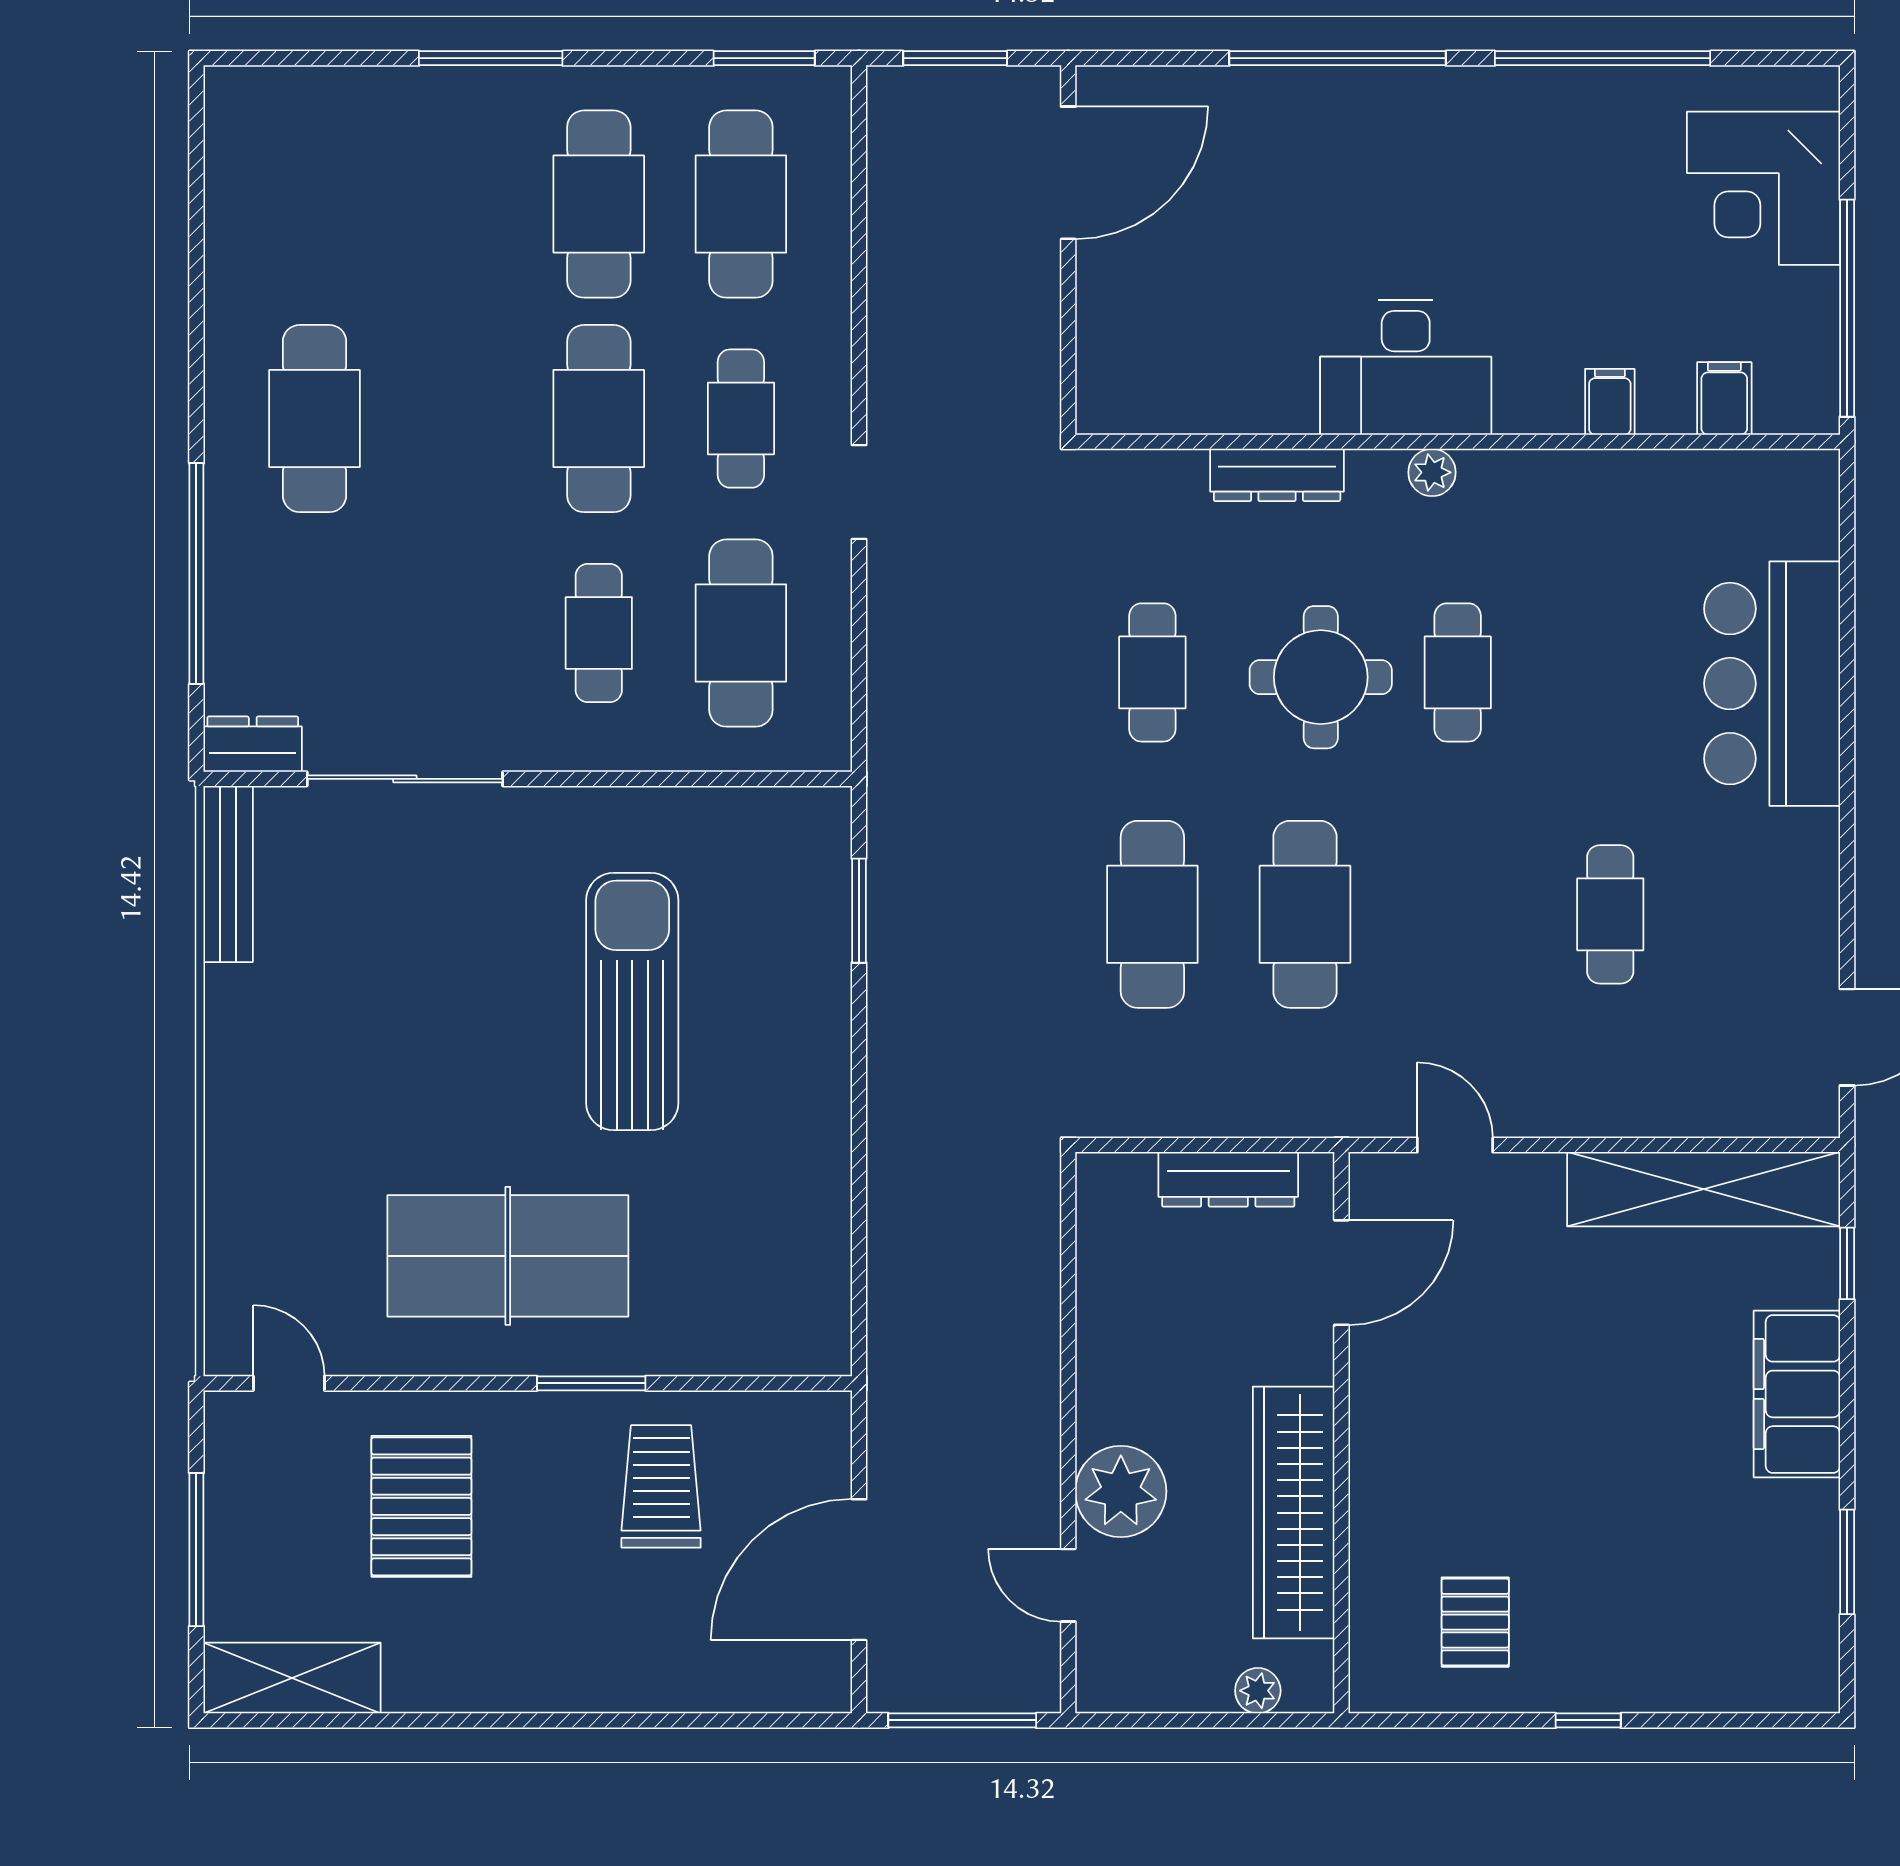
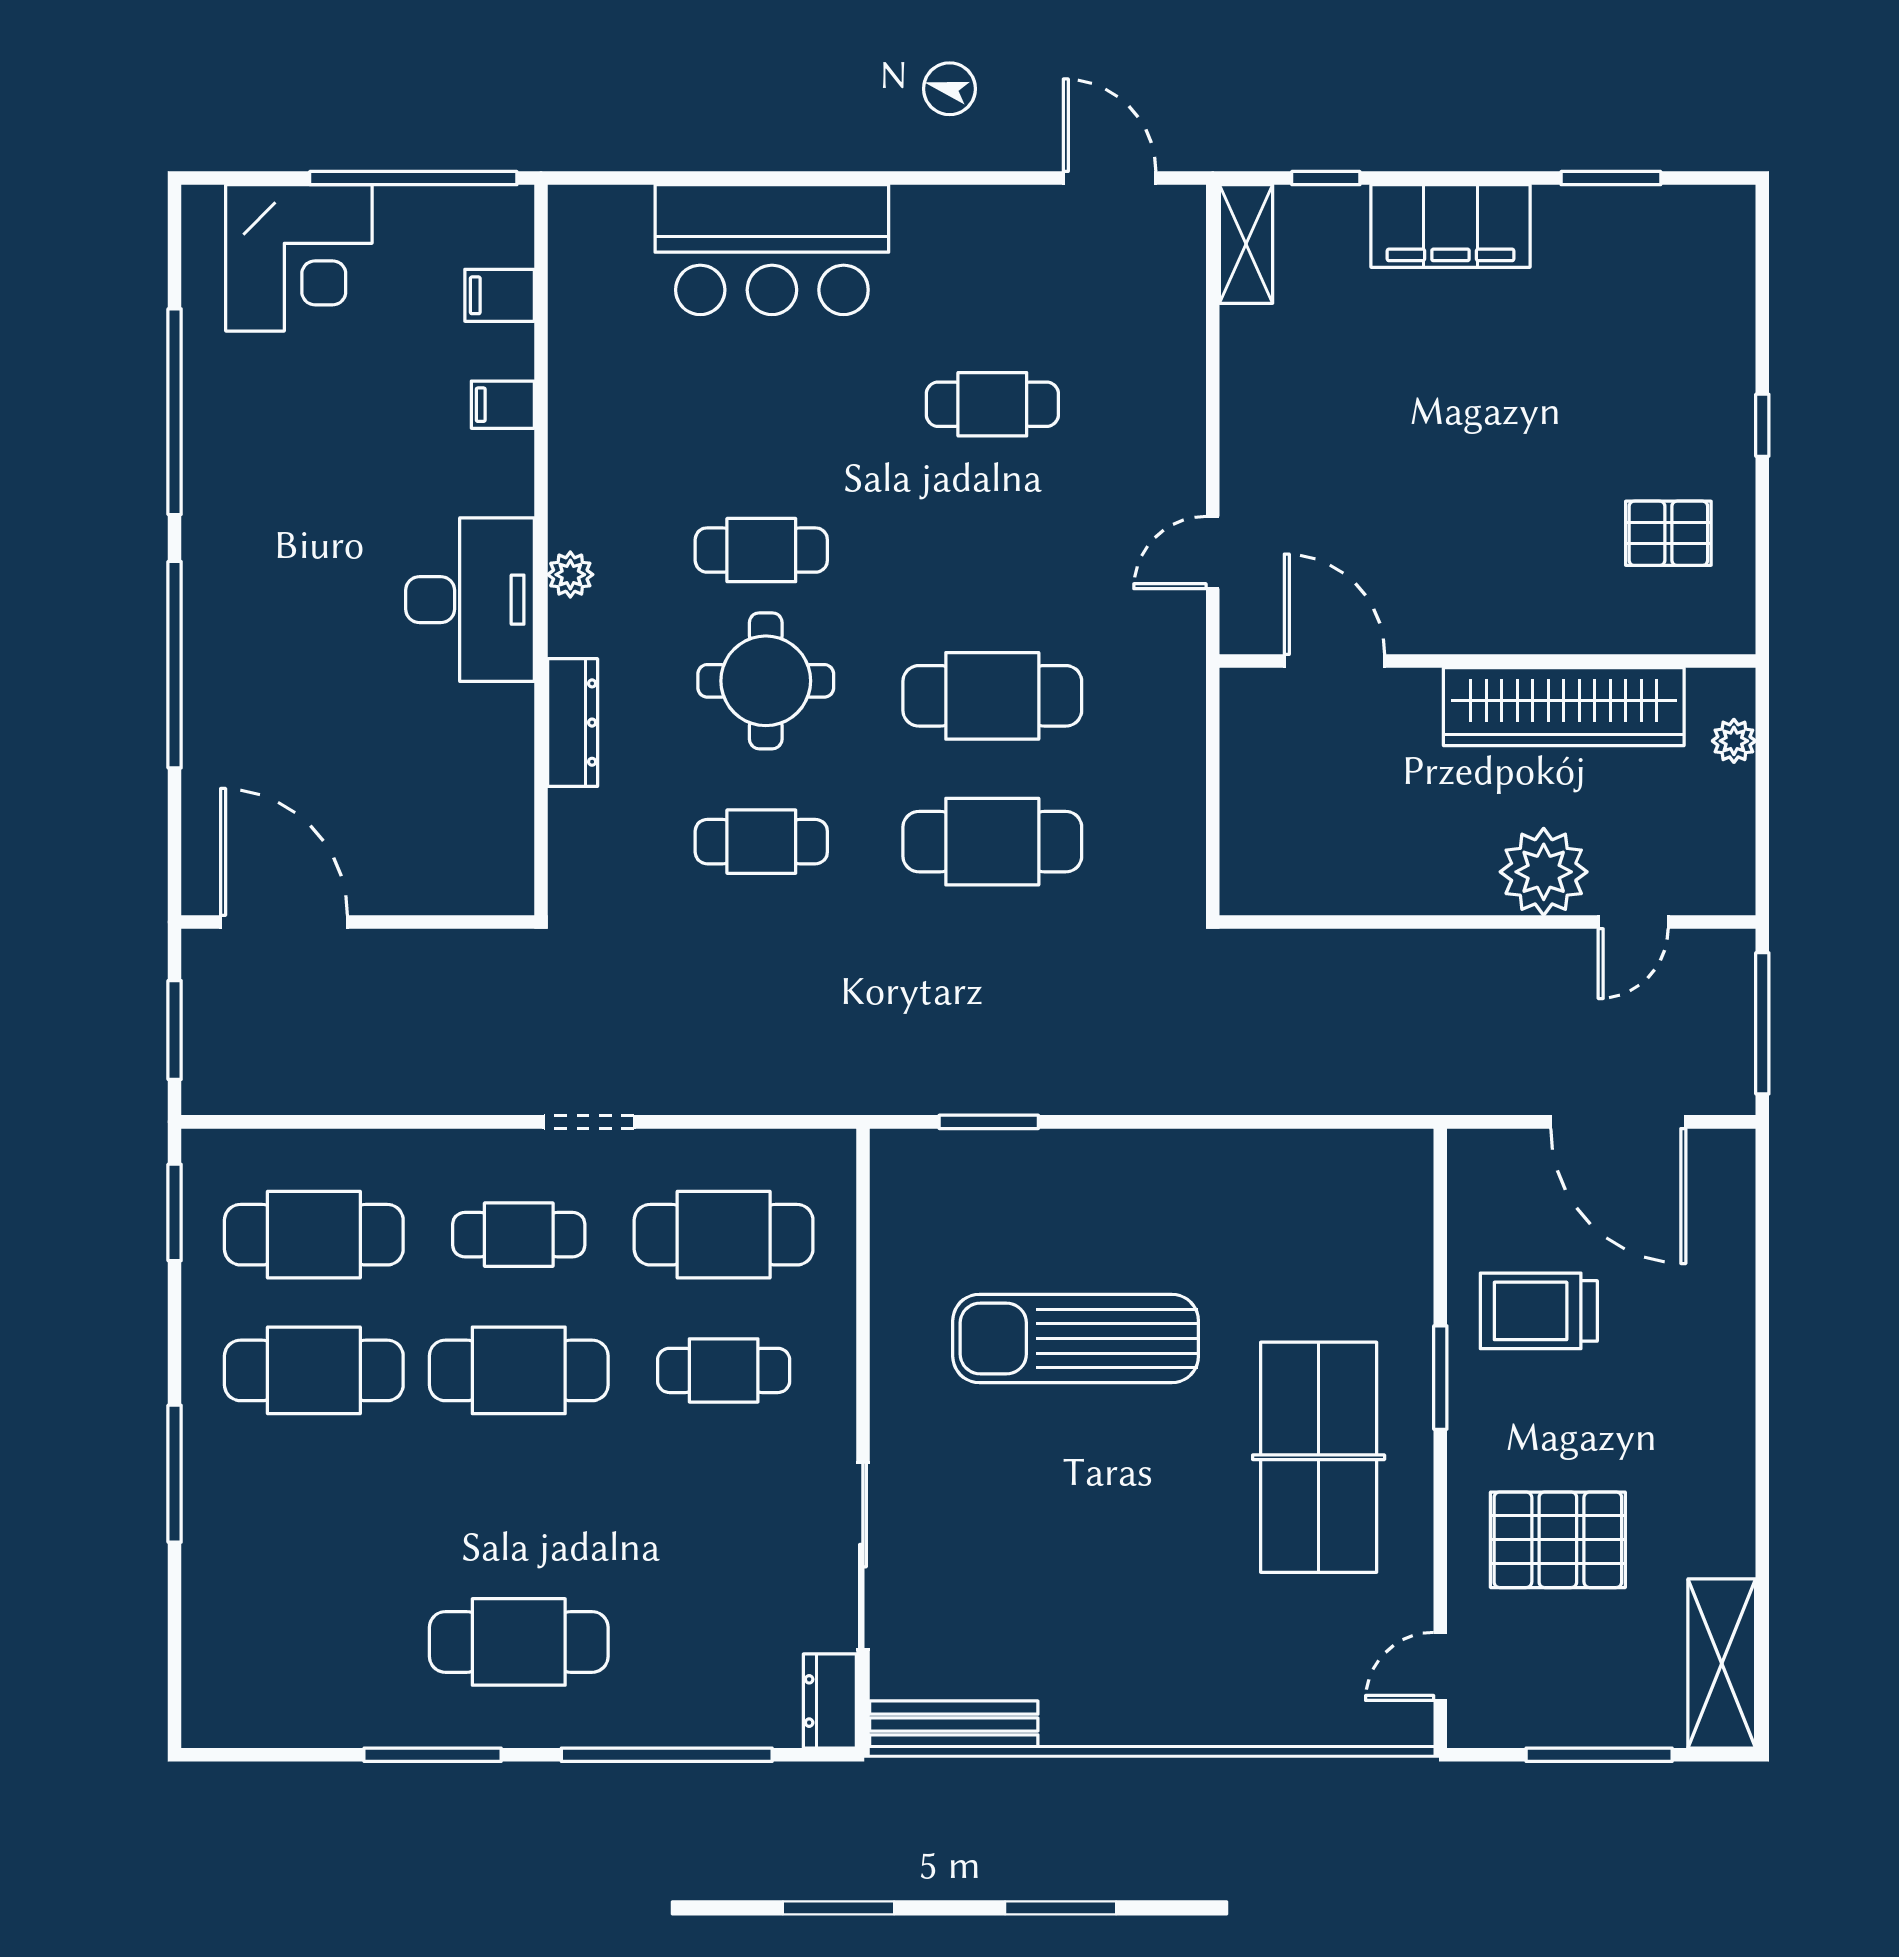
window: (196, 328) -> (433, 1755), added
dresser: (1228, 1179) -> (1245, 769), removed
shelving: (1704, 1189) -> (1246, 244), width x0.45, depth x0.75

